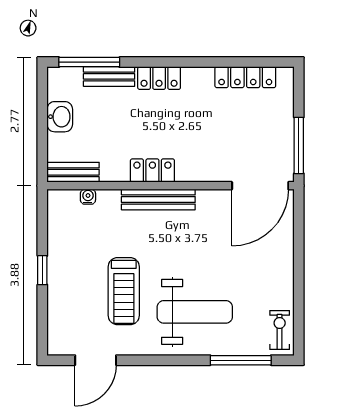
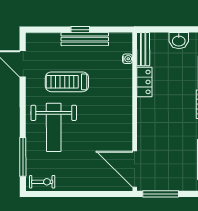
locker: (152, 171) -> (144, 82), moved
bench: (158, 199) -> (85, 39), moved, turned 90

